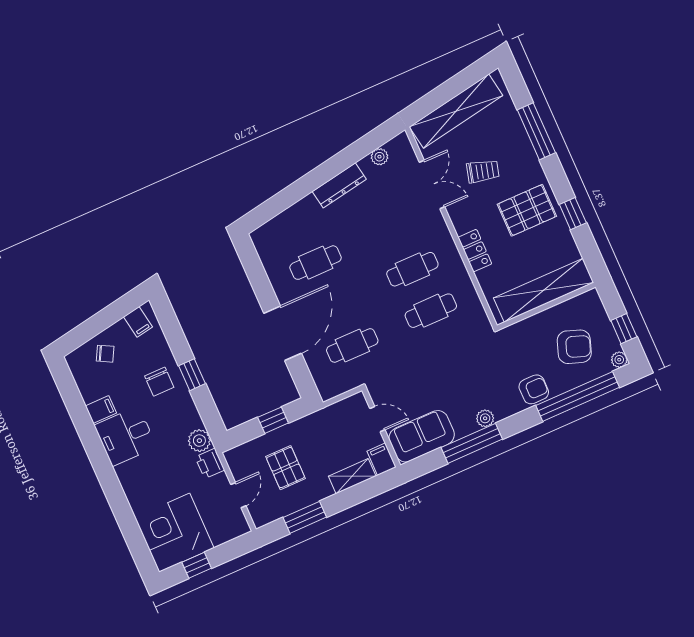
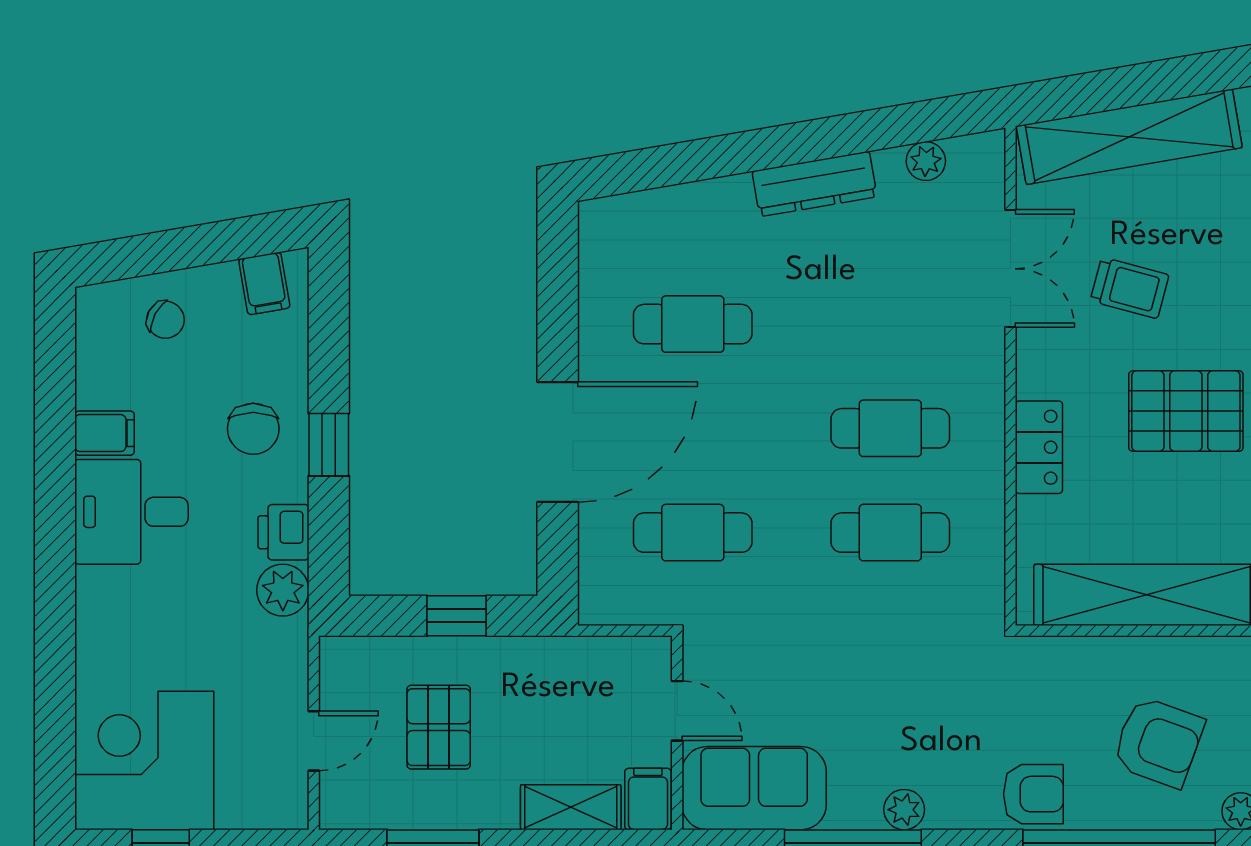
printer: (210, 463) -> (283, 532), moved

